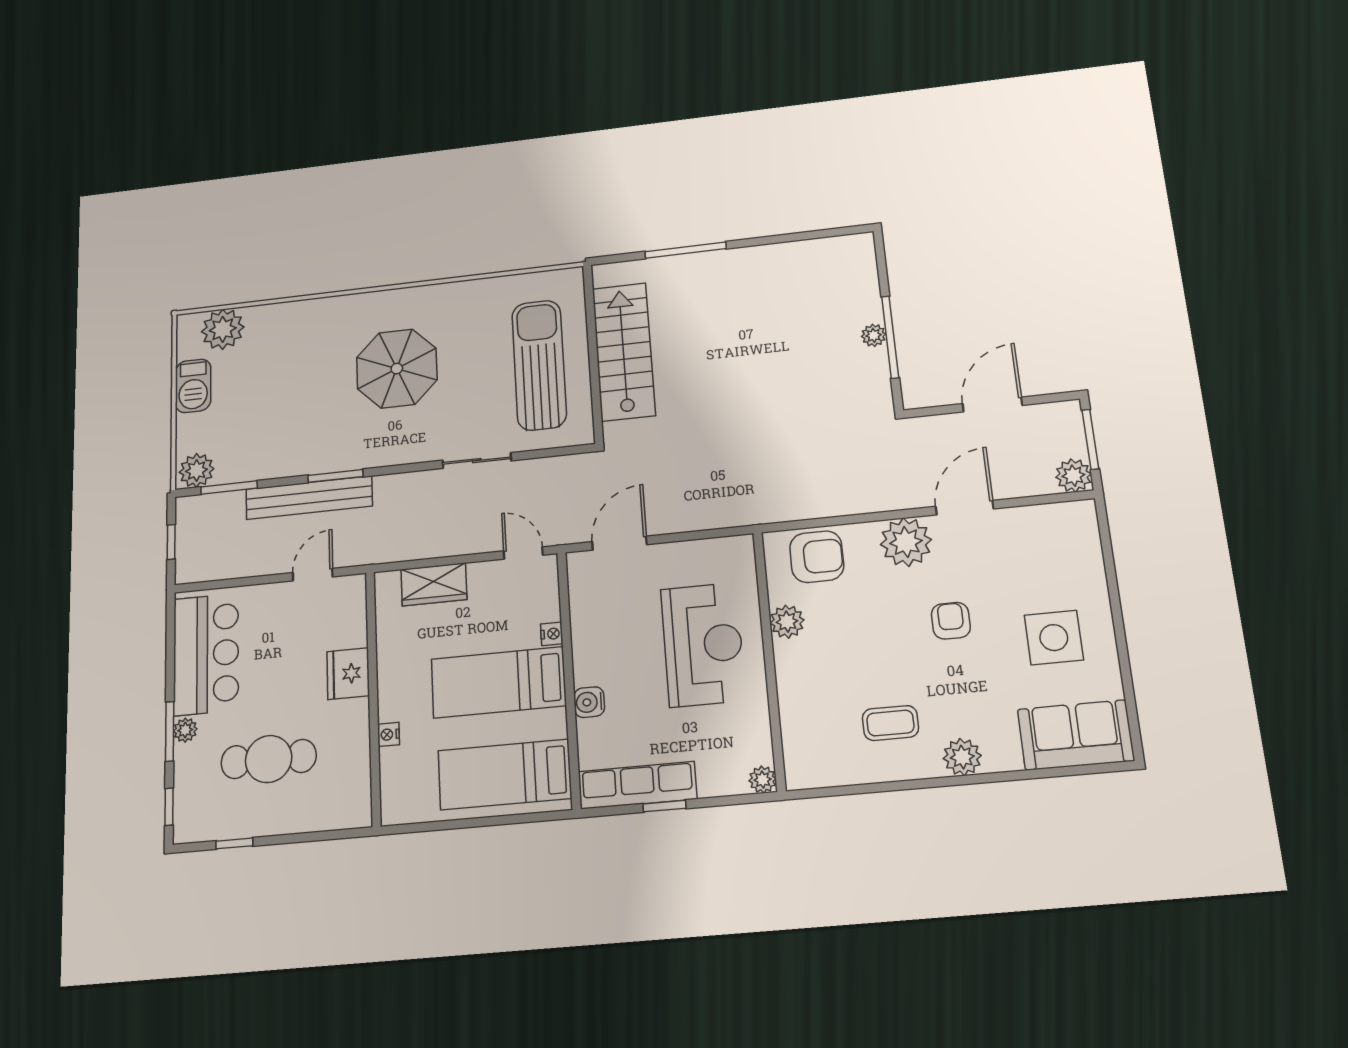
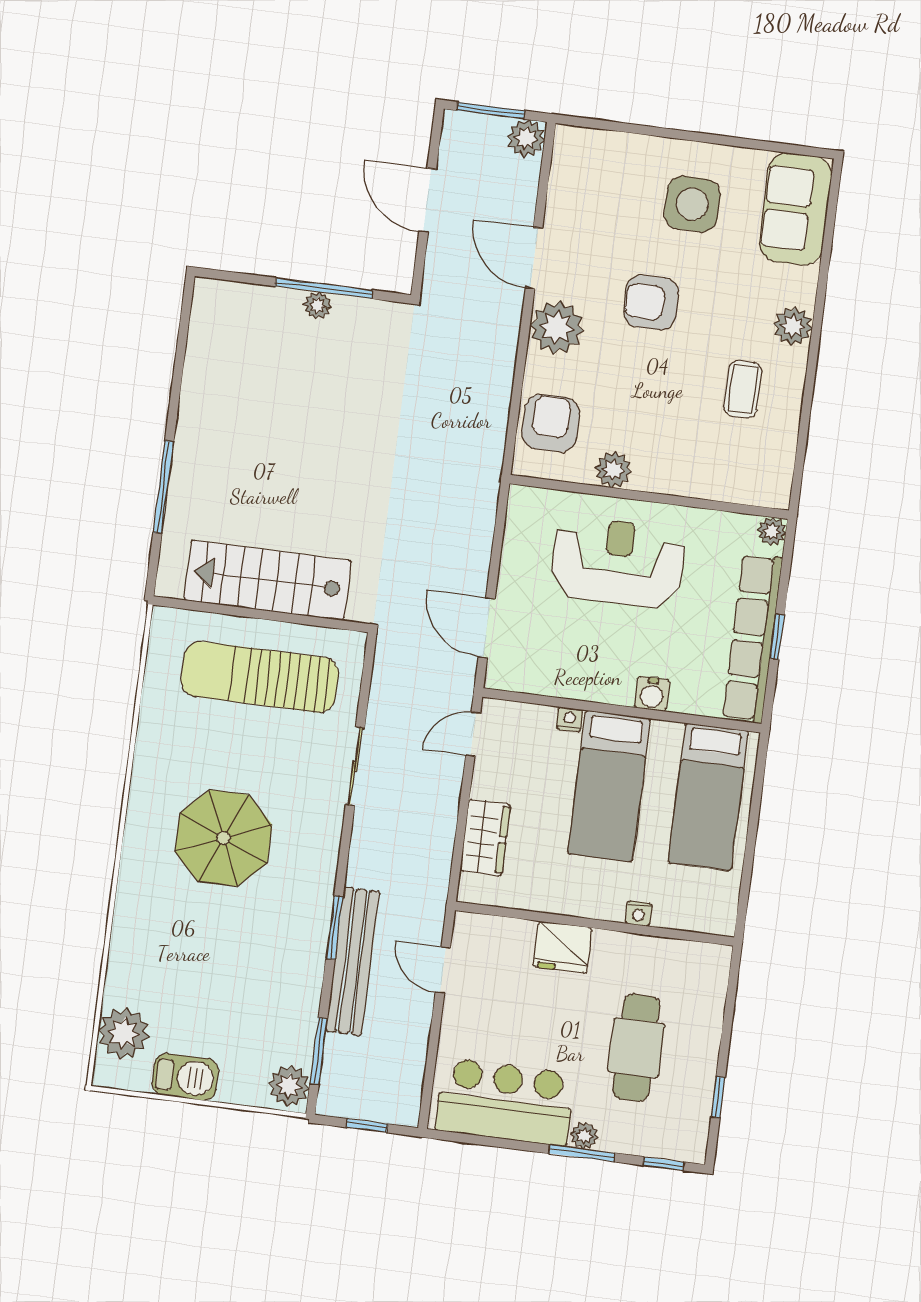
armchair: (951, 621) -> (651, 302), width x1.38, depth x1.38
row of seats: (637, 785) -> (753, 638), width x1.36

